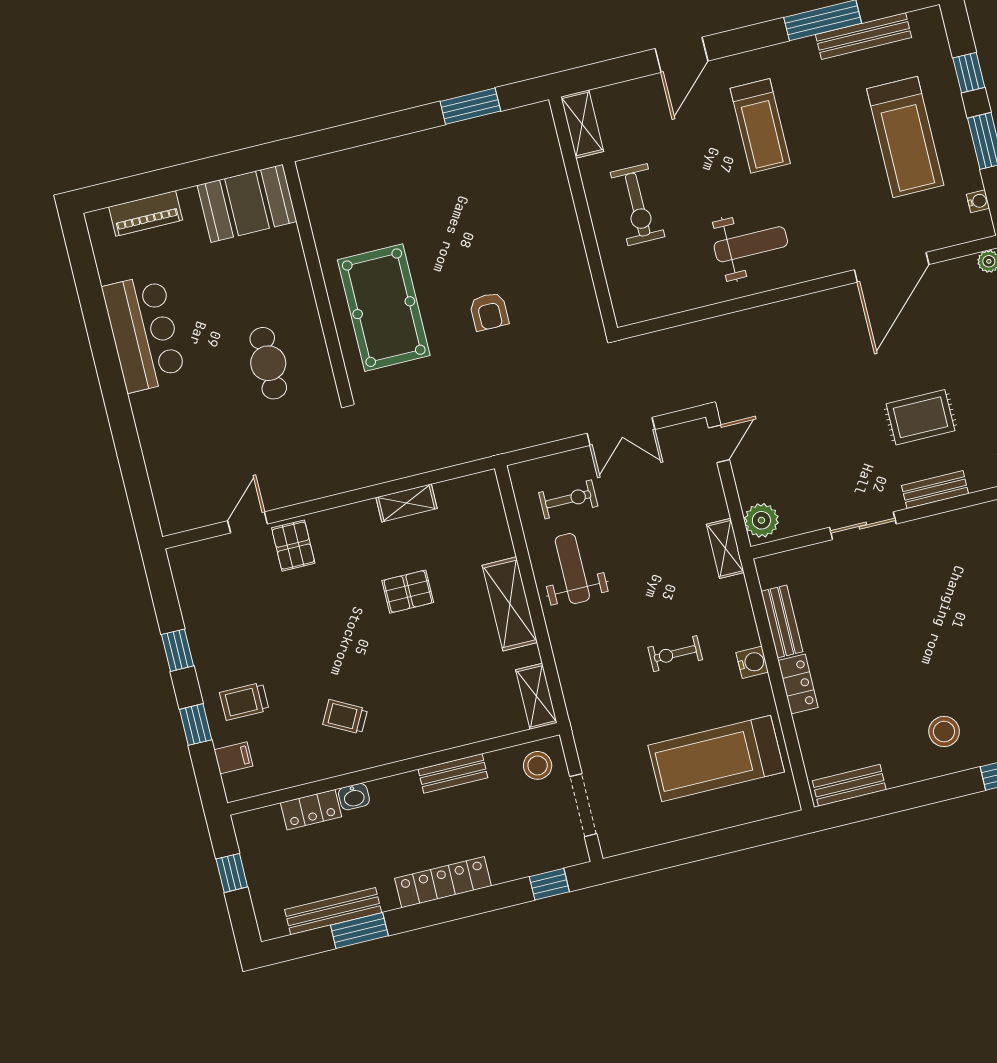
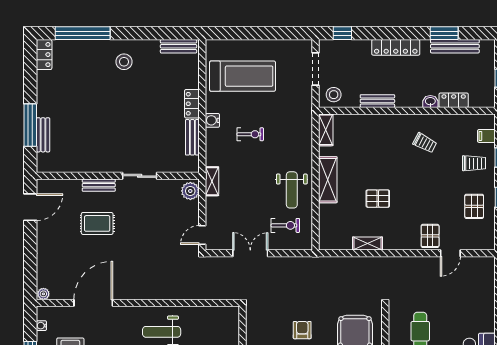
exercise bike: (568, 499) -> (285, 225), turned 180
pallet: (224, 621) -> (474, 206), added

